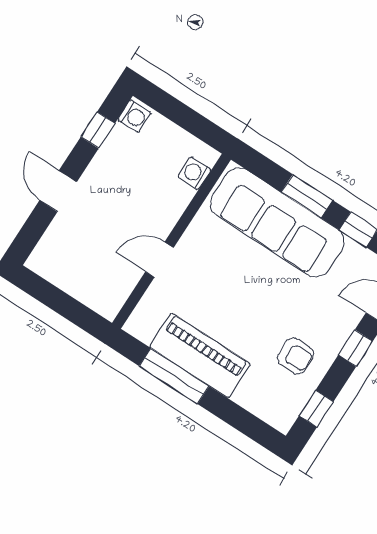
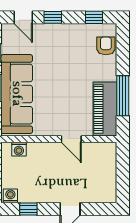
piano: (200, 356) -> (105, 109), moved
armchair: (295, 356) -> (106, 46), moved

